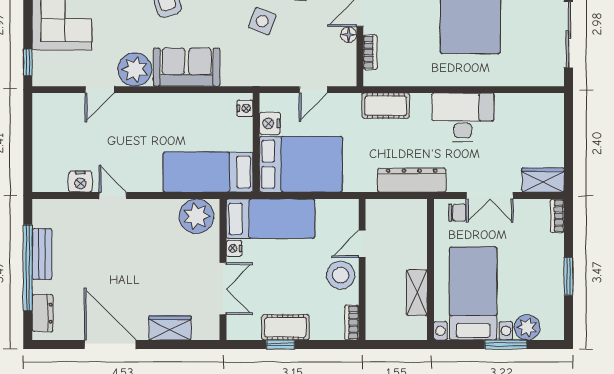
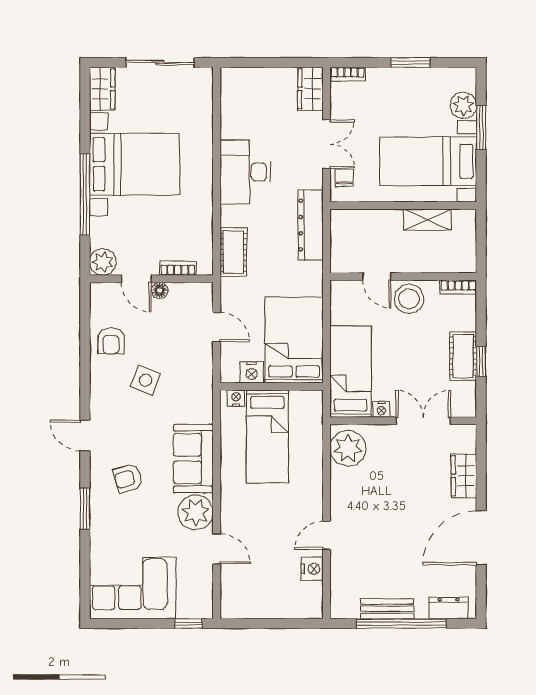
bed: (208, 172) -> (267, 436), moved

